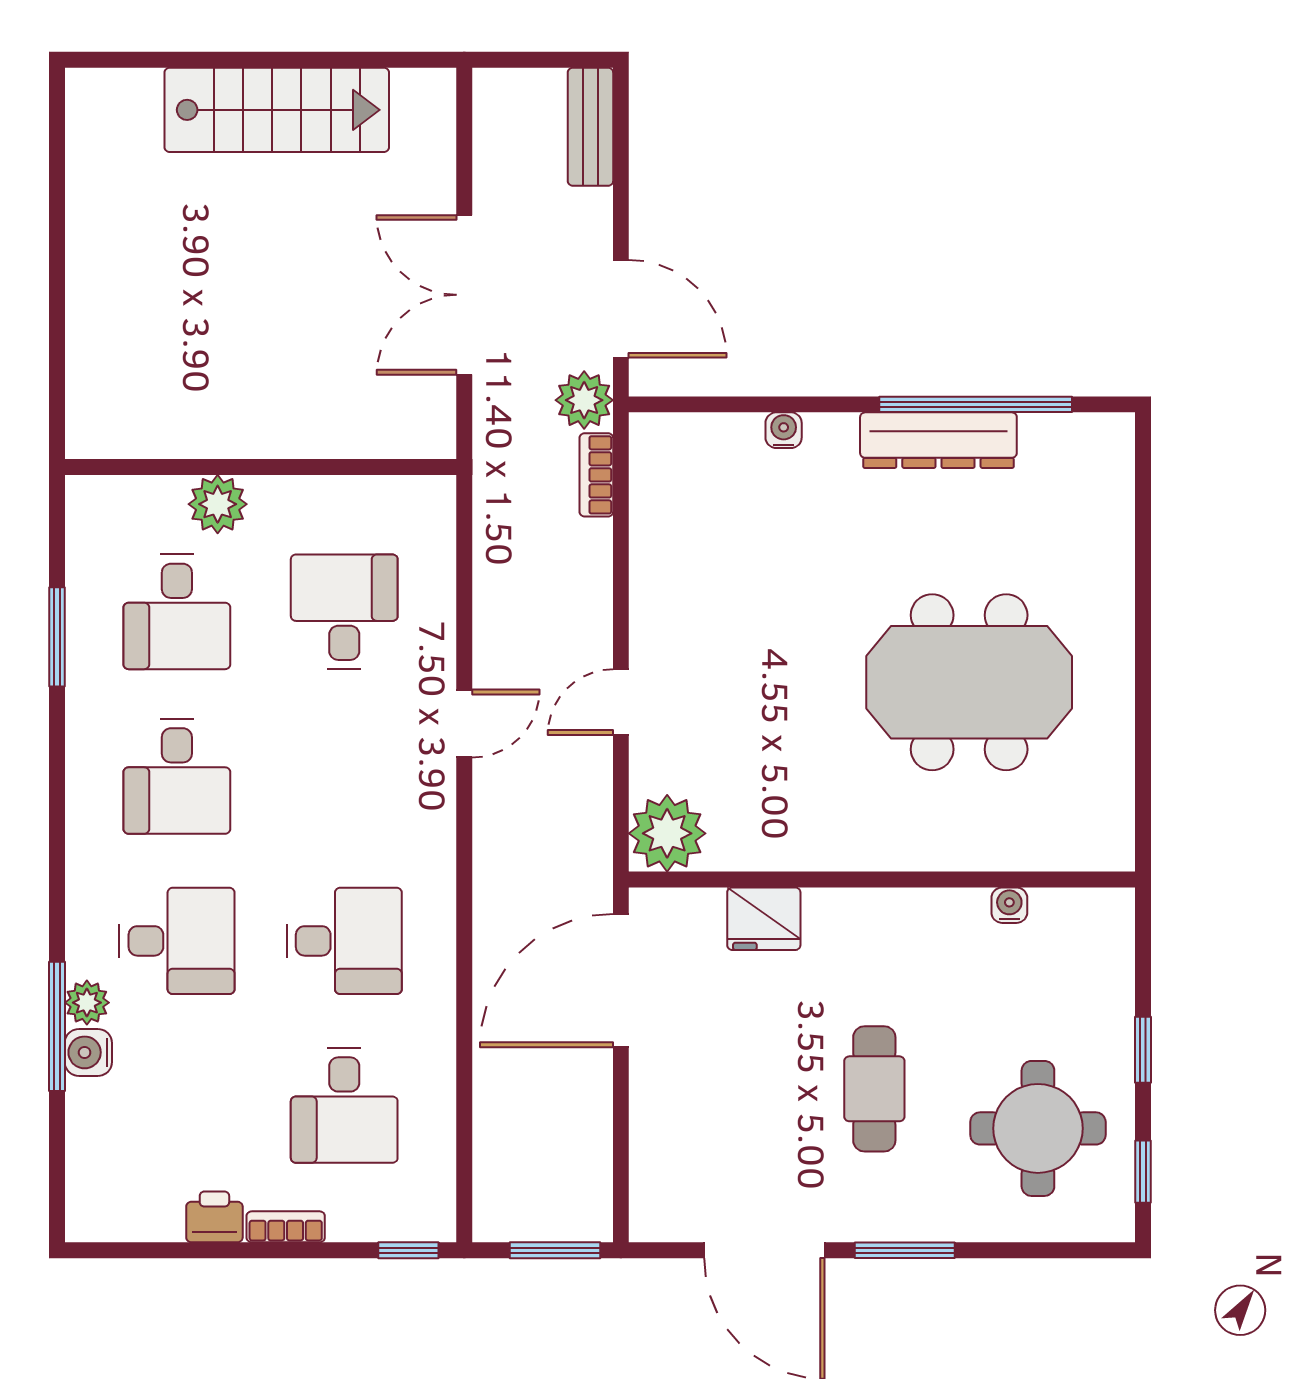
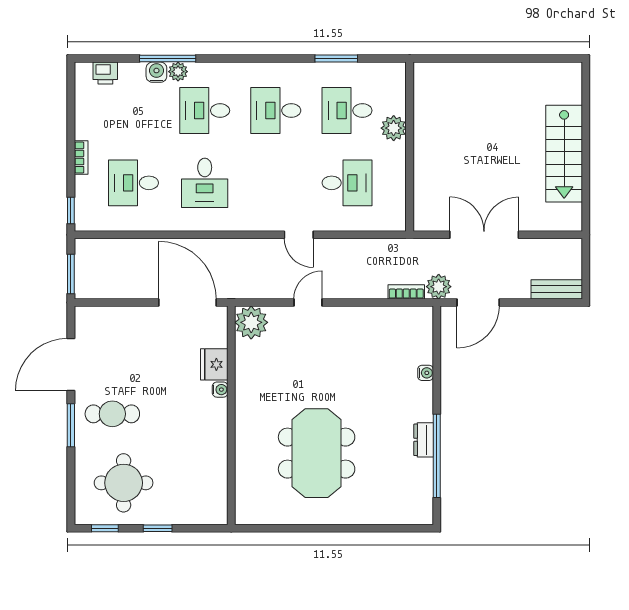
dresser: (938, 440) -> (424, 440), width x0.51, depth x0.80
door: (621, 702) -> (308, 302), hinge flipped
water cooler: (1009, 905) -> (220, 390), moved
desk: (177, 941) -> (205, 110), turned 90
cafe table: (874, 1089) -> (112, 414), moved
printer: (214, 1217) -> (105, 73), moved, turned 90

